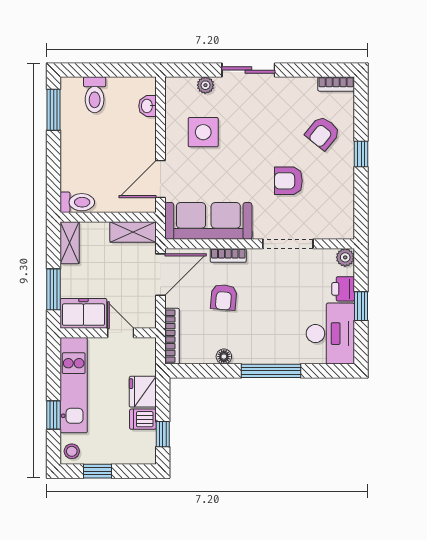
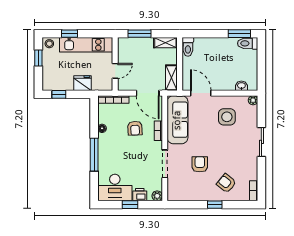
plant: (205, 85) -> (253, 100), moved
toilet: (95, 95) -> (248, 43), moved
armchair: (224, 297) -> (135, 128), turned -98
freezer: (83, 313) -> (126, 50), removed
dishwasher: (143, 419) -> (67, 83), removed

